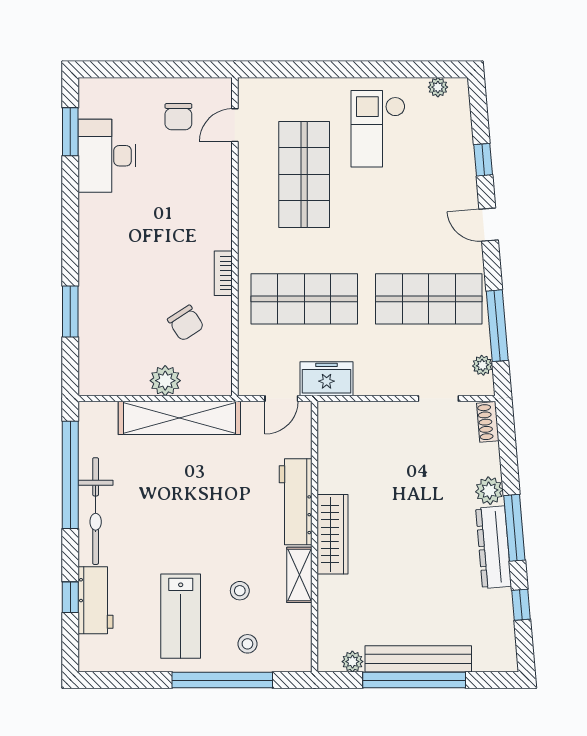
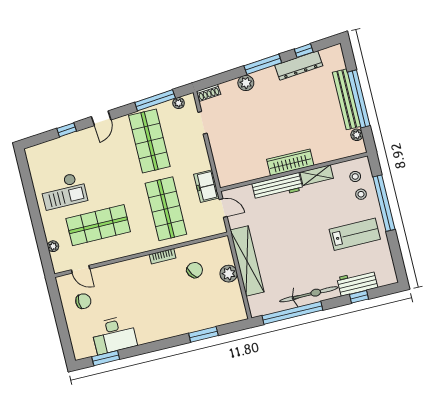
plant: (438, 87) -> (53, 246), moved
dresser: (494, 547) -> (299, 65), moved
stool: (240, 591) -> (355, 176), moved

